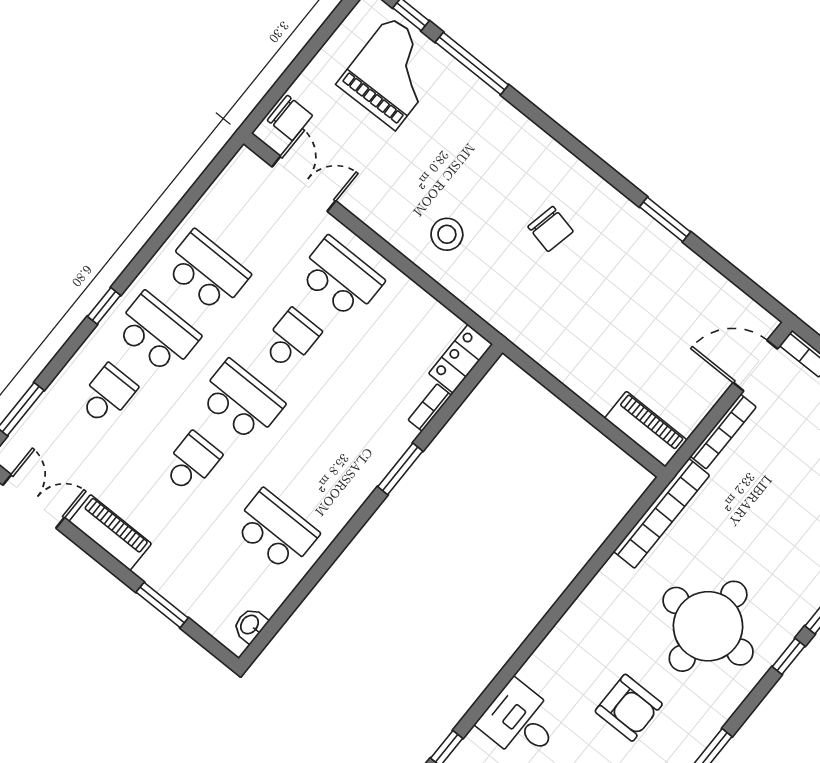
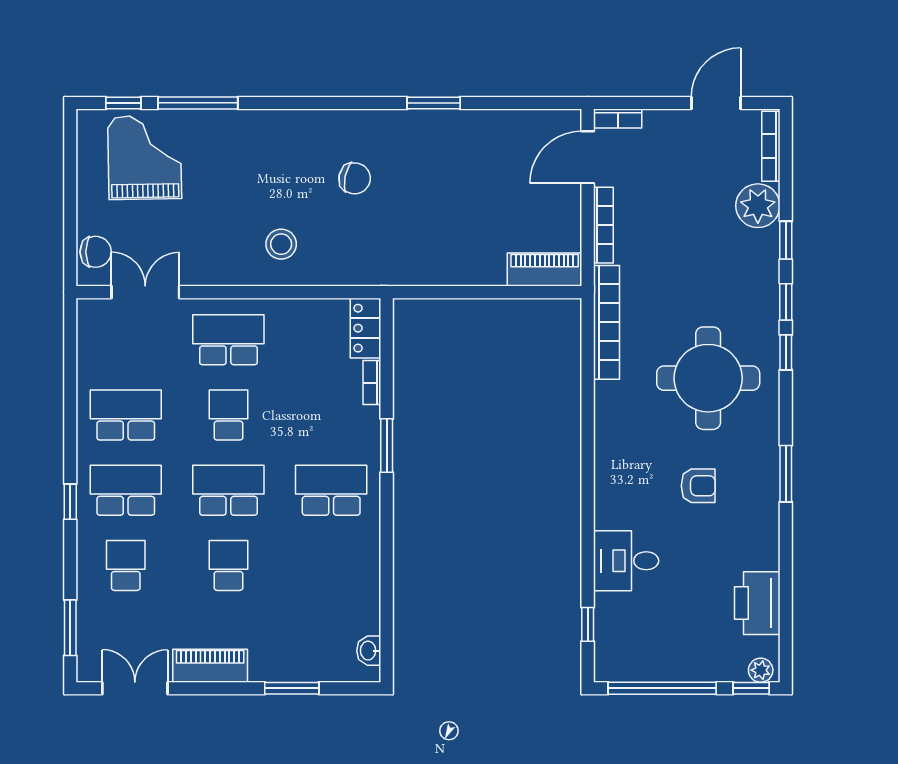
school desk: (276, 530) -> (331, 490), moved
armchair: (629, 708) -> (698, 486), width x0.72, depth x0.72

